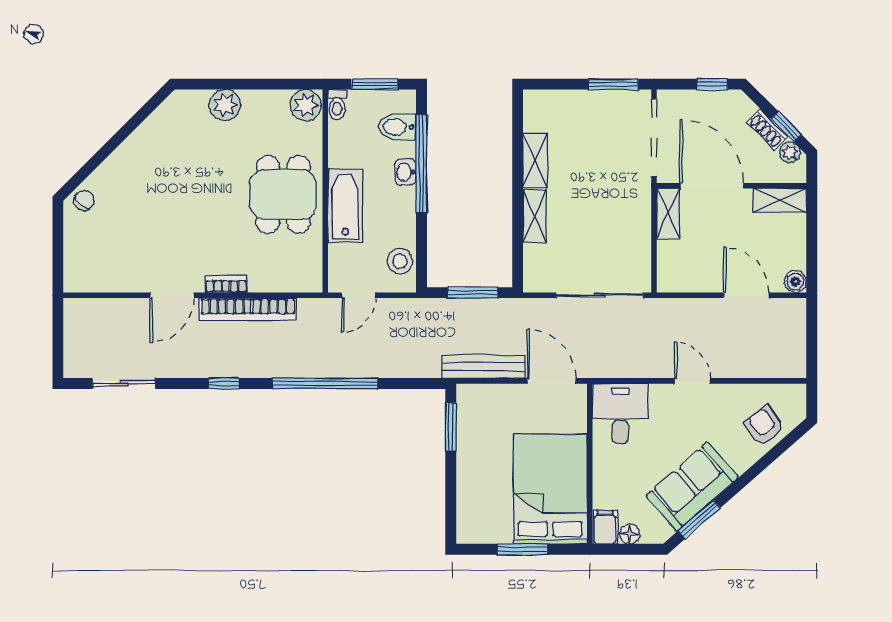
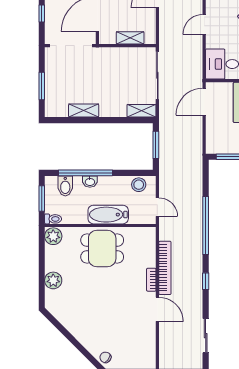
window: (613, 84) -> (42, 86), moved
shelving: (668, 214) -> (130, 38), moved
shelving: (535, 216) -> (142, 111), moved
bench: (483, 367) -> (196, 139), removed

